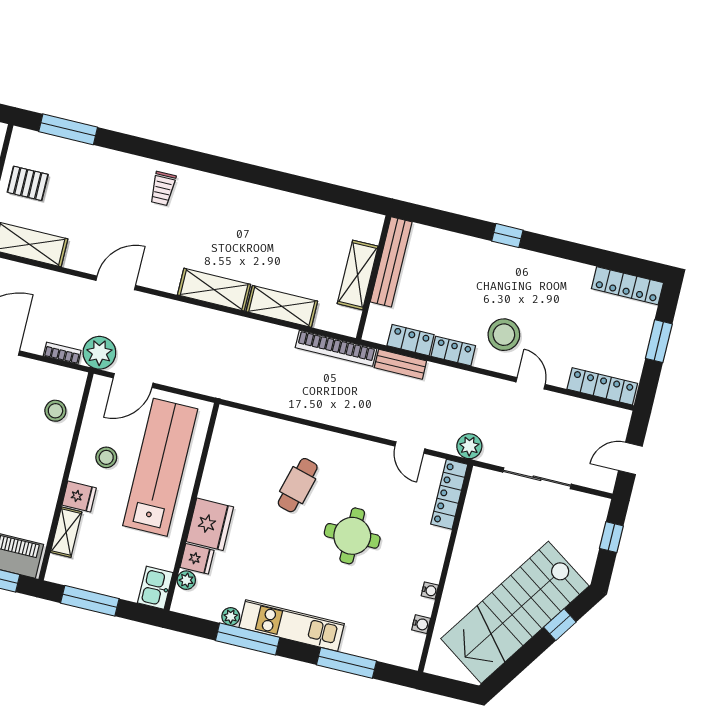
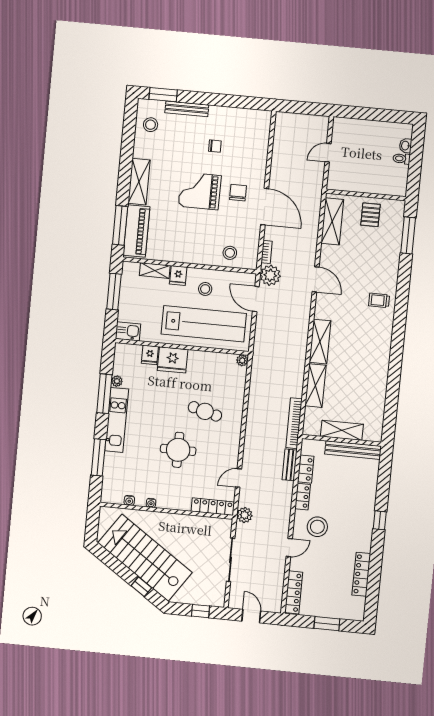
locker: (627, 286) -> (361, 574), moved
plant: (186, 580) -> (242, 360), moved

